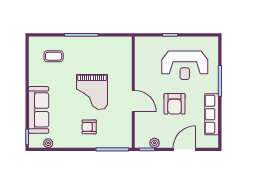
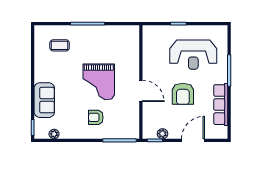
sofa: (39, 110) -> (44, 100), width x0.73

